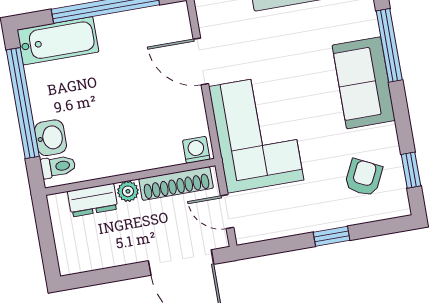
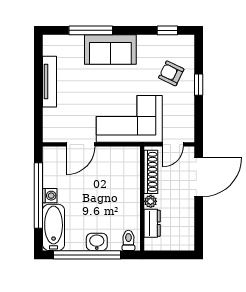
washbasin: (51, 138) -> (97, 242), moved
washing machine: (196, 150) -> (50, 196), moved, turned 180
armchair: (363, 177) -> (171, 73), moved

